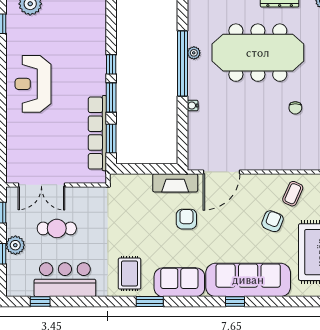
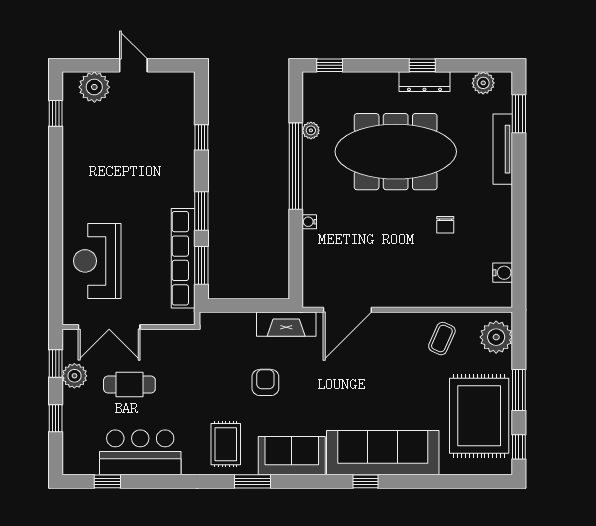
plant: (194, 53) -> (311, 130), moved
window: (111, 64) -> (201, 137), moved
reception desk: (33, 84) -> (97, 261), moved
armchair: (186, 219) -> (265, 382), moved
armchair: (272, 221) -> (415, 375), removed
plant: (15, 245) -> (74, 376), moved

